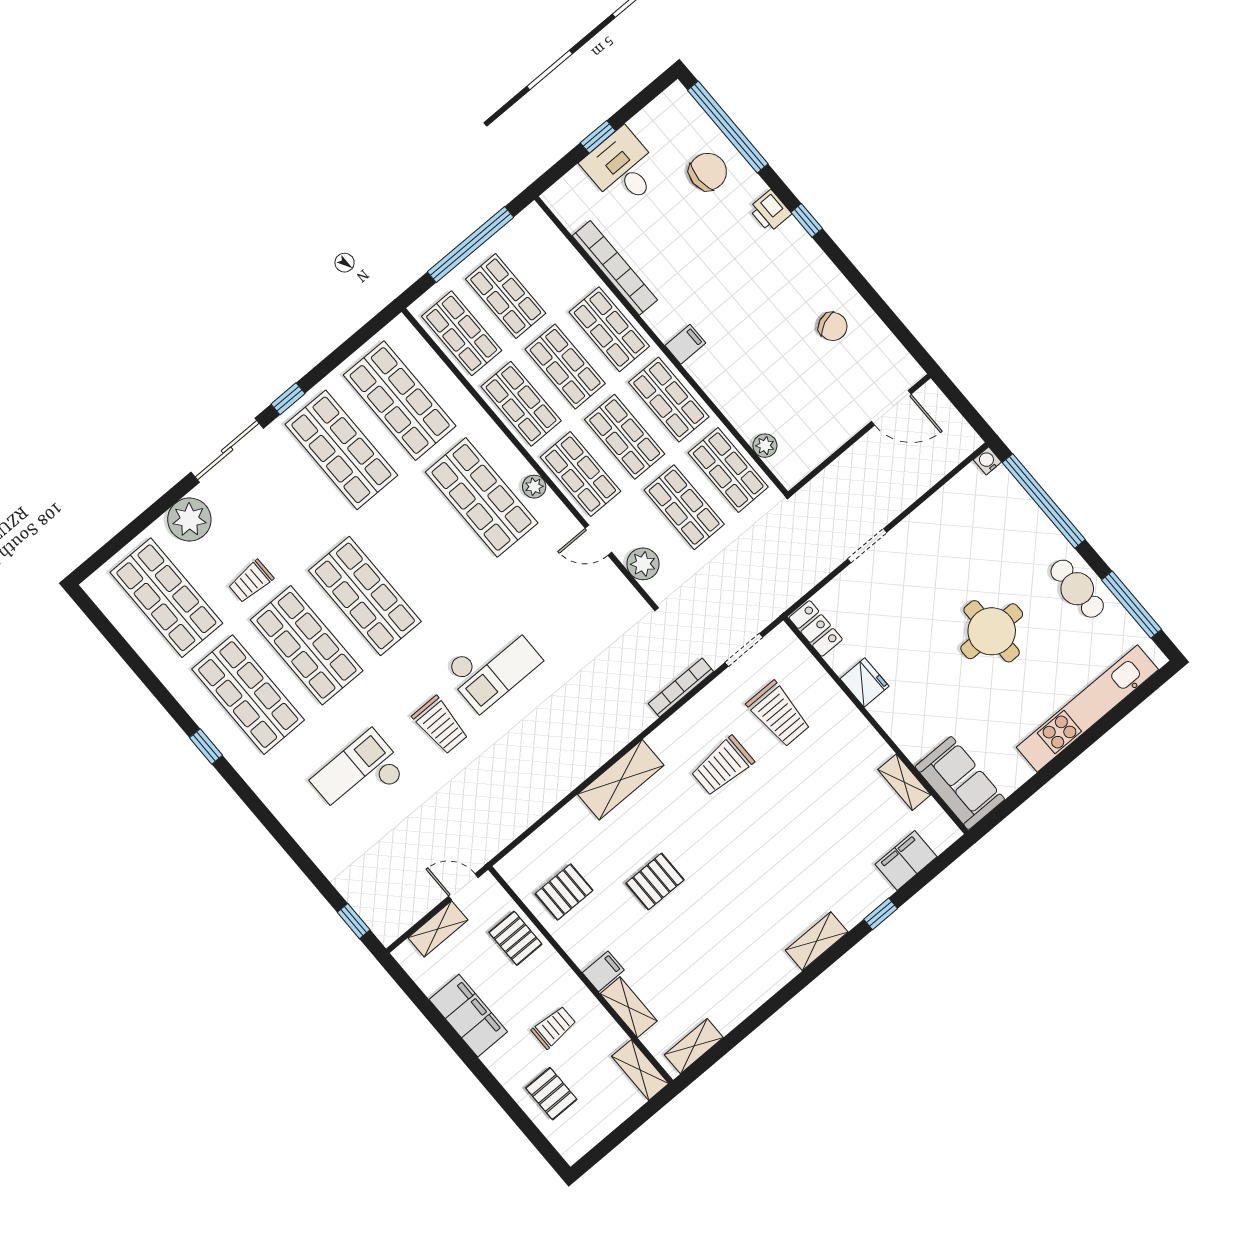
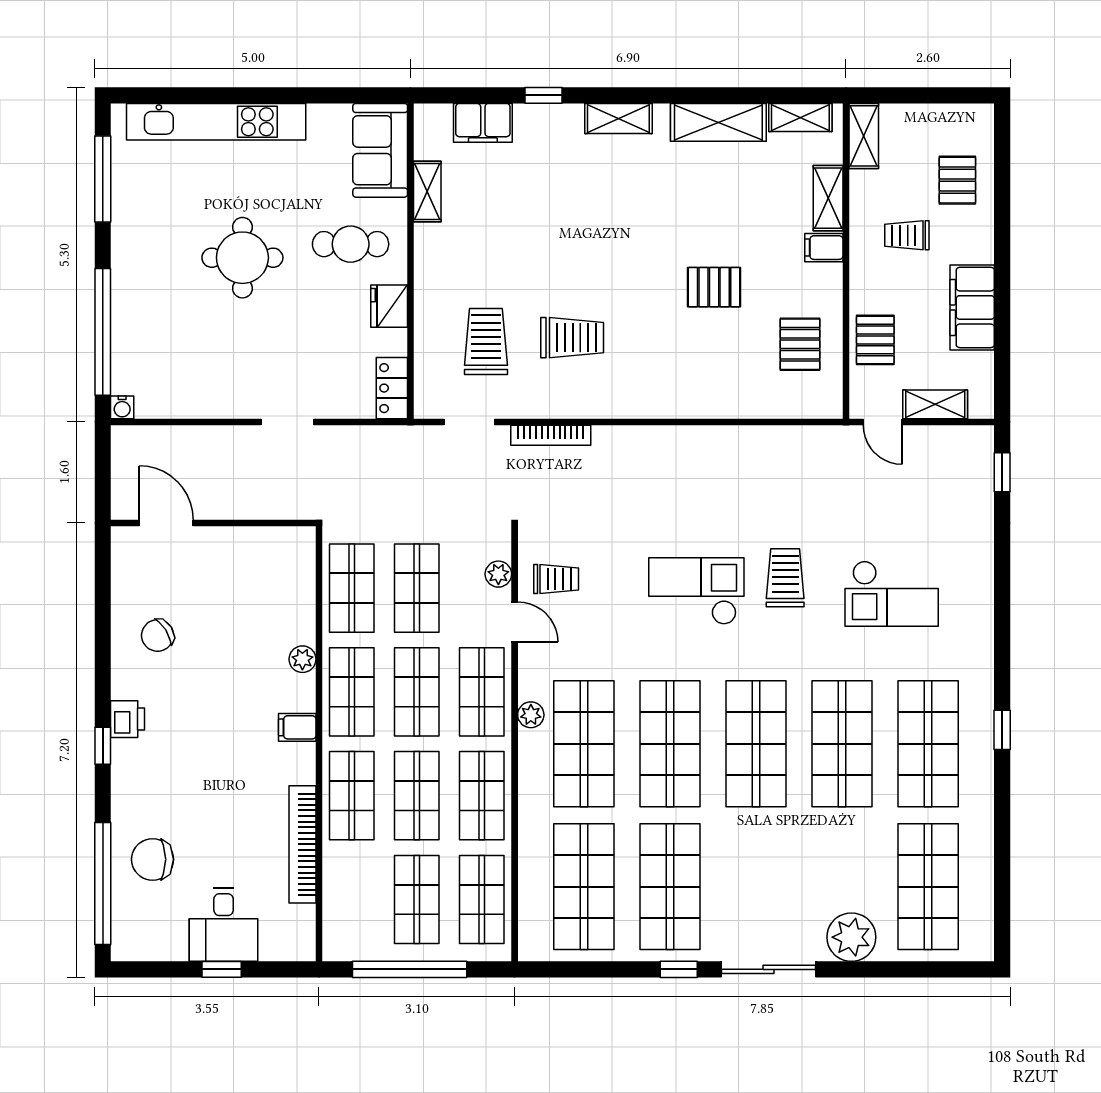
printer: (770, 211) -> (128, 719), moved
chair: (833, 326) -> (158, 635), turned -99
plant: (765, 446) -> (302, 659), moved
shop shelf: (423, 547) -> (670, 744), added
plant: (643, 564) -> (498, 574), width x0.73, depth x0.73
trolley: (251, 581) -> (556, 579), moved
cafe table: (1077, 589) -> (351, 244), moved, turned 90
shelving: (621, 780) -> (718, 122), moved
pallet: (564, 892) -> (800, 344), turned 90

